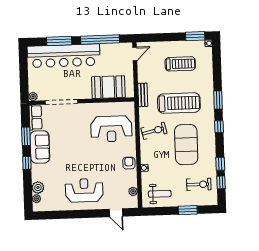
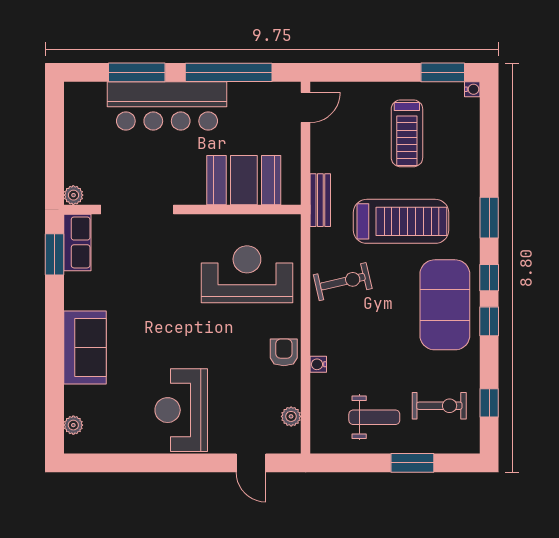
bar counter: (64, 56) -> (167, 106), width x0.73
treadmill: (180, 64) -> (407, 133), turned 90
reception desk: (111, 129) -> (247, 274), turned 180
window: (26, 136) -> (55, 254), moved
exercise mat: (186, 145) -> (445, 305), moved
sofa: (40, 147) -> (85, 347), moved
window: (27, 163) -> (55, 344), removed
window: (220, 164) -> (489, 321), moved
plant: (38, 188) -> (77, 400), removed
reception desk: (84, 190) -> (181, 410), turned -90
weight bench: (160, 194) -> (374, 417), moved

